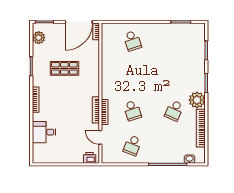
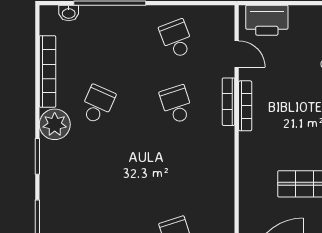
school desk: (132, 145) -> (176, 39), turned -42
printer: (90, 158) -> (267, 20), width x1.87, depth x1.48

